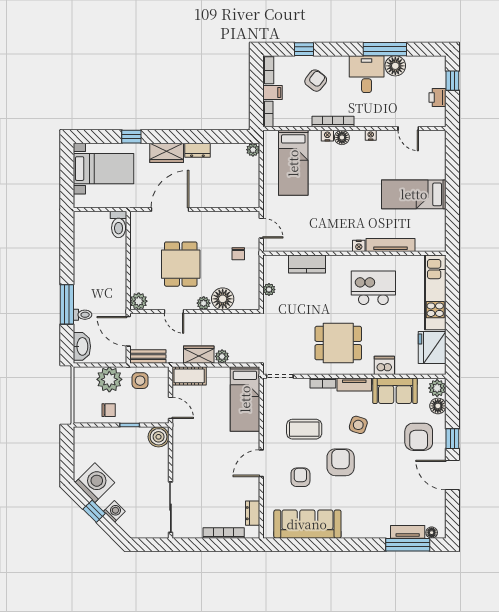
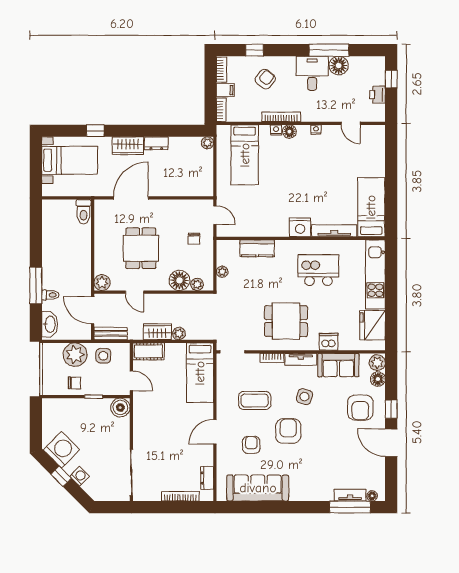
bed: (414, 194) -> (371, 207), moved, turned 90
nightstand: (359, 246) -> (300, 227), width x1.89, depth x1.79
plant: (204, 303) -> (197, 284), moved

